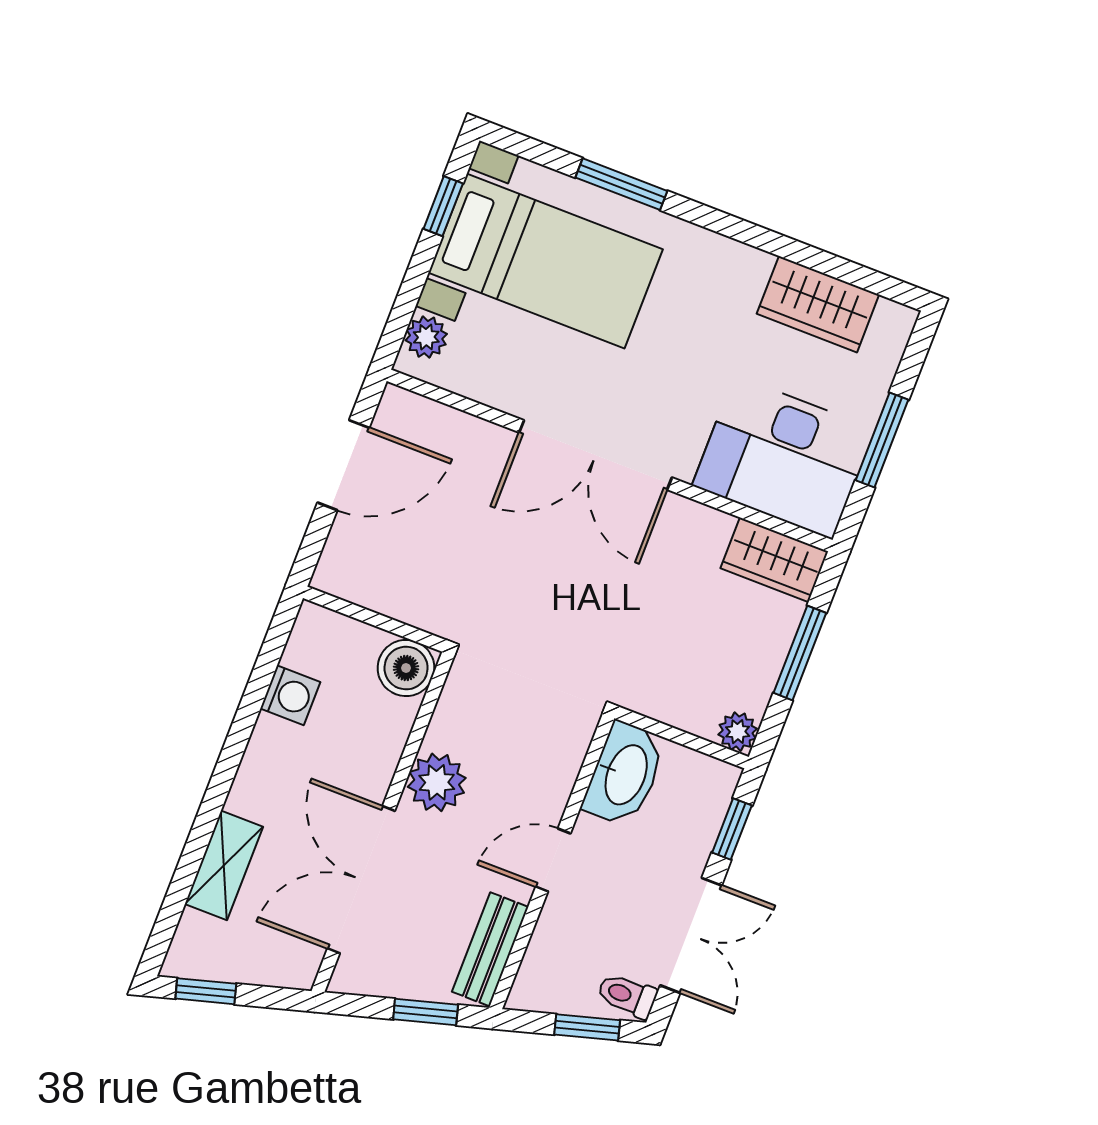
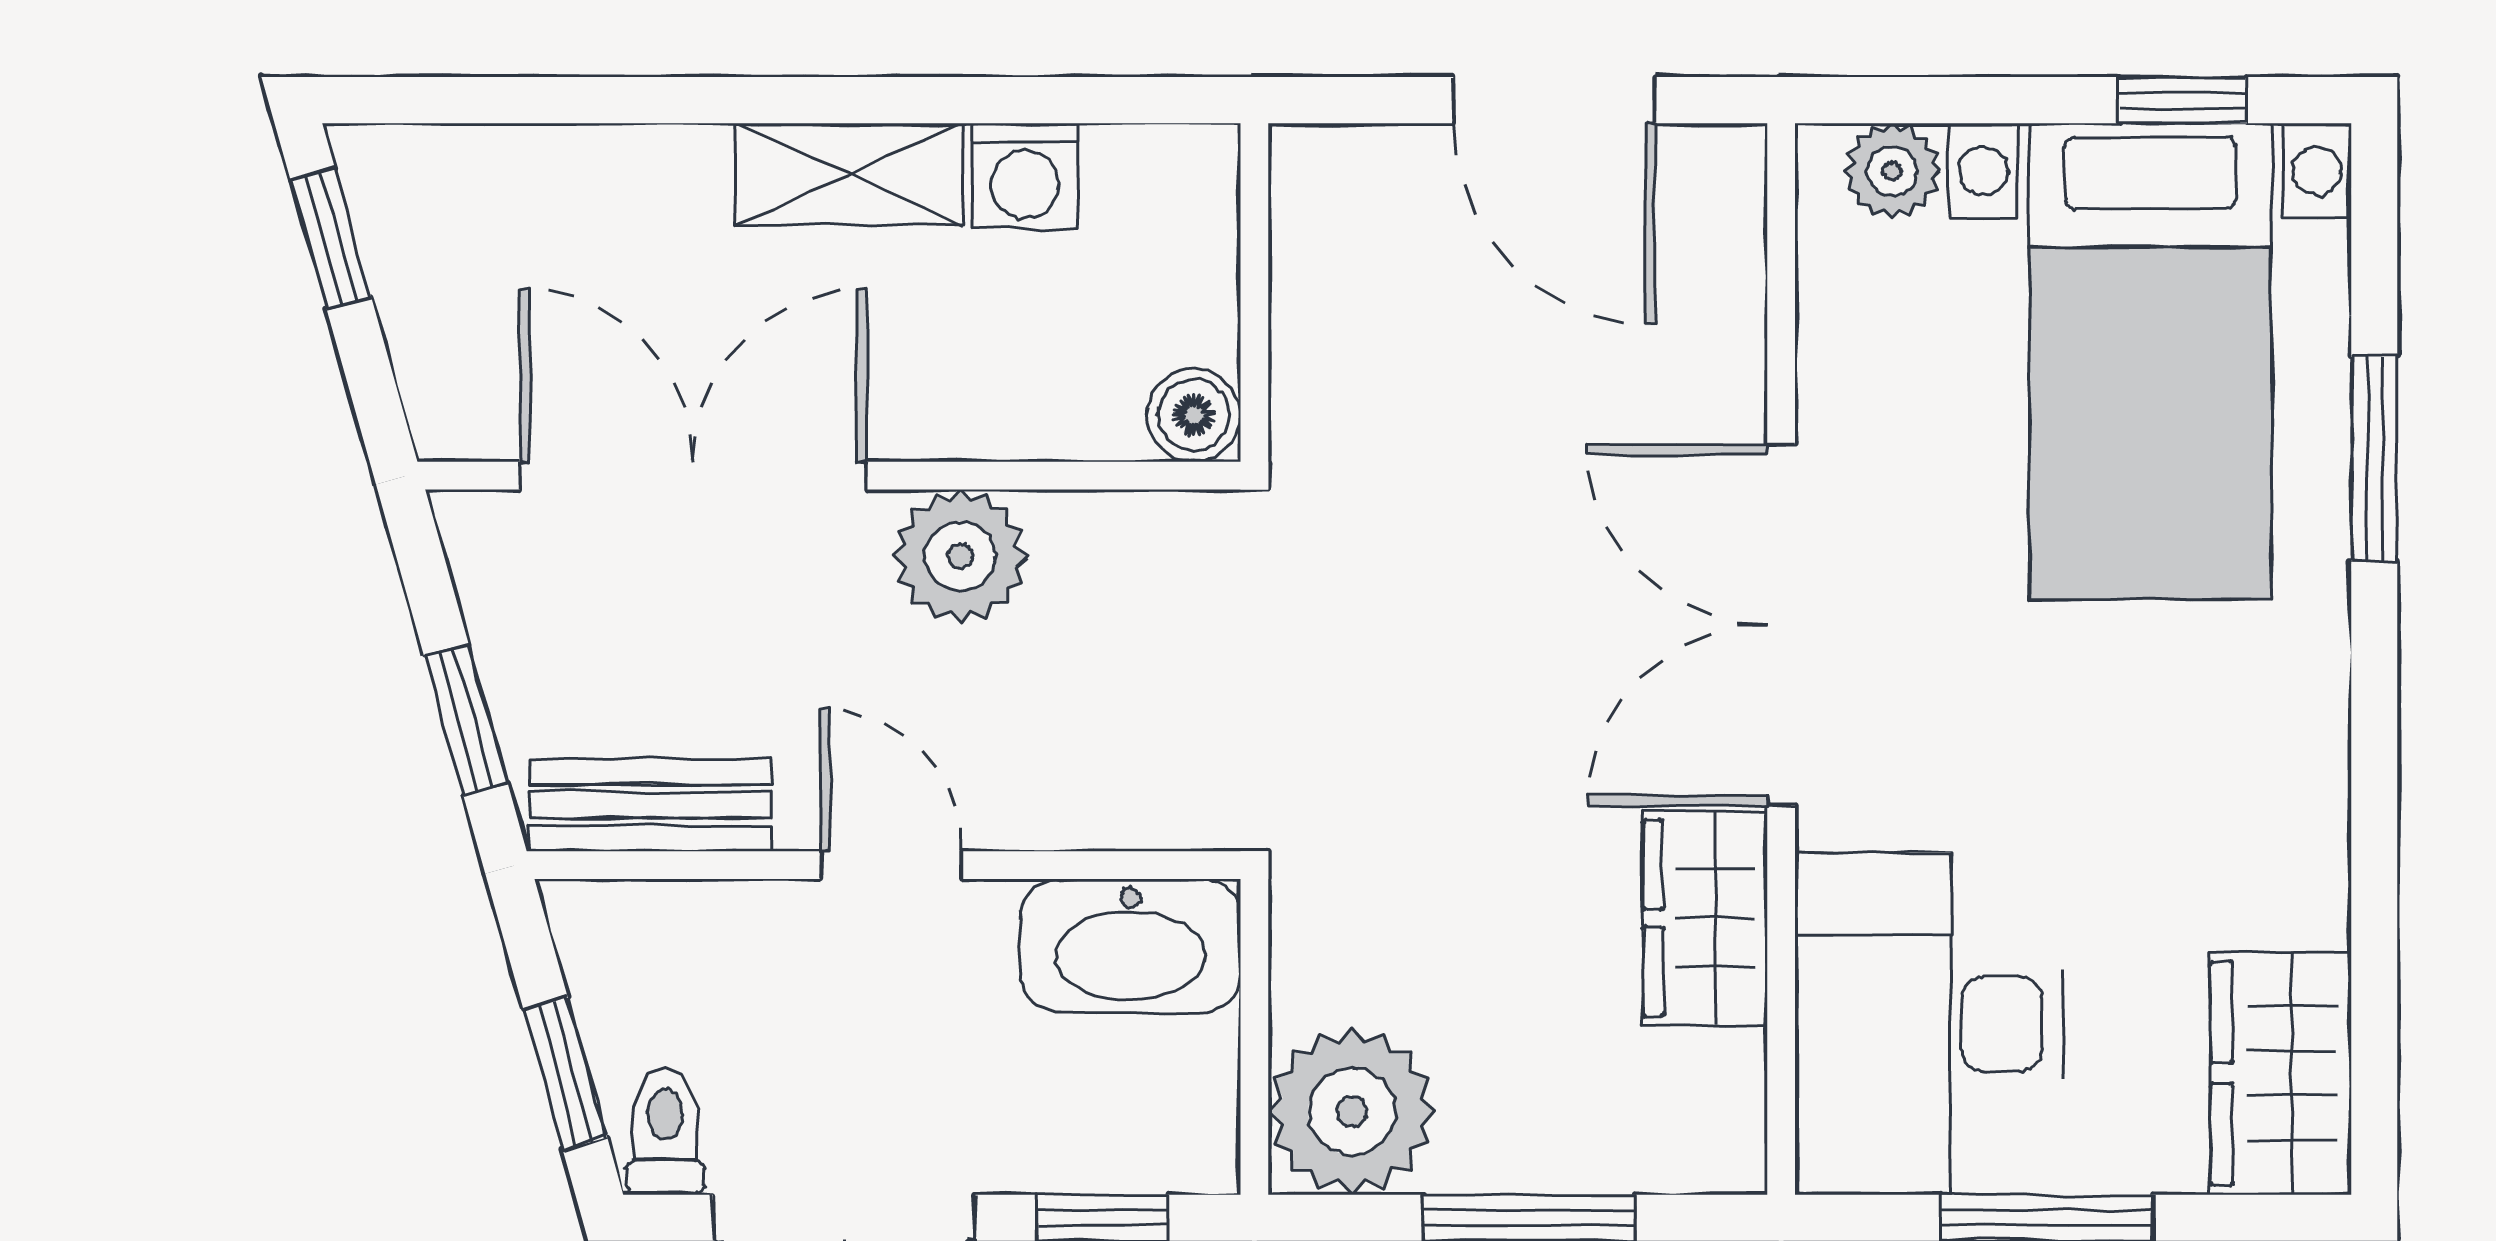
wardrobe: (818, 304) -> (2281, 1073), moved
wardrobe: (774, 560) -> (1705, 918), moved
boiler: (406, 668) -> (1194, 415), width x0.73, depth x0.73
plant: (738, 732) -> (1352, 1111), width x1.87, depth x1.87
shelving: (224, 865) -> (849, 174), moved

